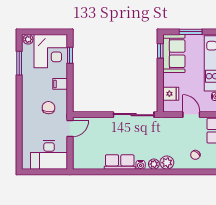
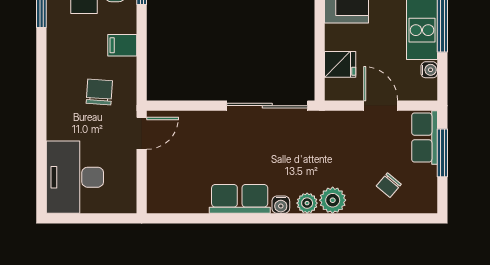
desk: (49, 155) -> (75, 177), moved, turned 90

